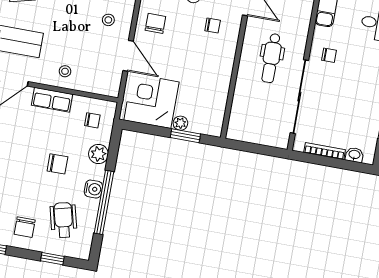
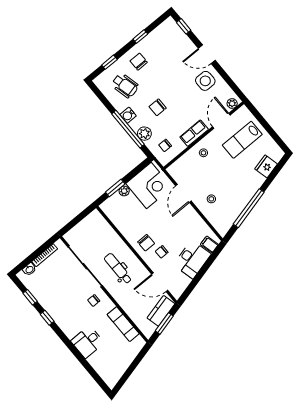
chair: (155, 23) -> (146, 243), moved
door: (128, 56) -> (183, 193), hinge flipped
window: (104, 202) -> (128, 129), moved

